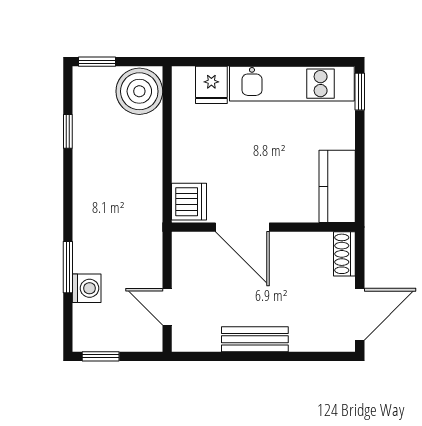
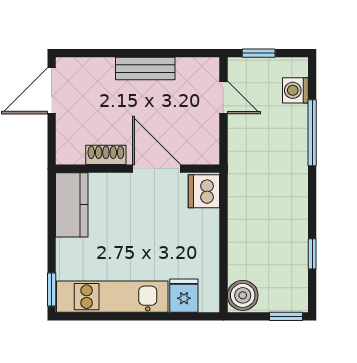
boiler: (139, 91) -> (243, 295), width x0.73, depth x0.73
shoe rack: (344, 254) -> (106, 155), moved, turned -90
window: (68, 267) -> (312, 133), width x1.44
washing machine: (87, 288) -> (295, 90), moved
window: (101, 356) -> (259, 53), moved

